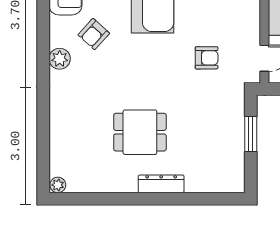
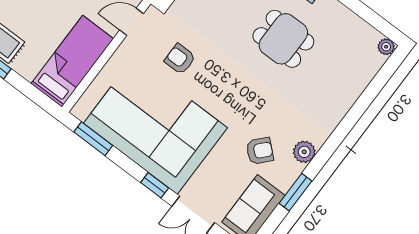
window: (43, 23) -> (296, 192), added

